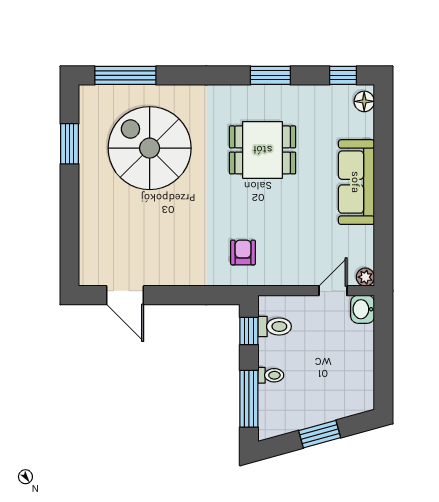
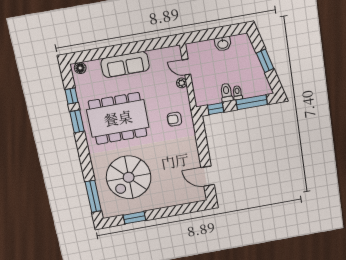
window: (343, 75) -> (71, 96), moved
dining table: (263, 150) -> (118, 118), width x1.88, depth x1.24
plant: (365, 277) -> (182, 83), moved
door: (125, 295) -> (208, 176), swing flipped
washbasin: (363, 309) -> (223, 44), moved
toilet: (275, 326) -> (226, 93), moved

